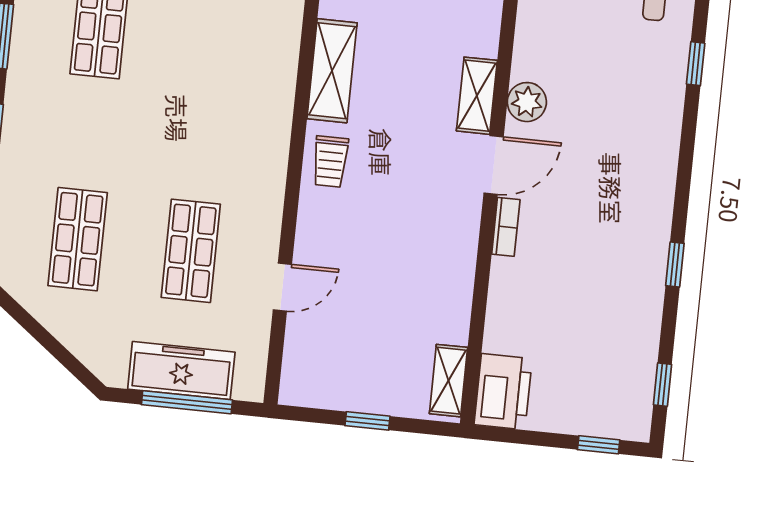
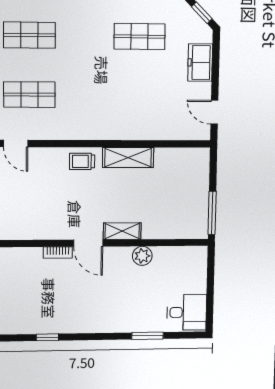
window: (696, 64) -> (148, 336), width x1.50
plant: (527, 102) -> (142, 256), moved

